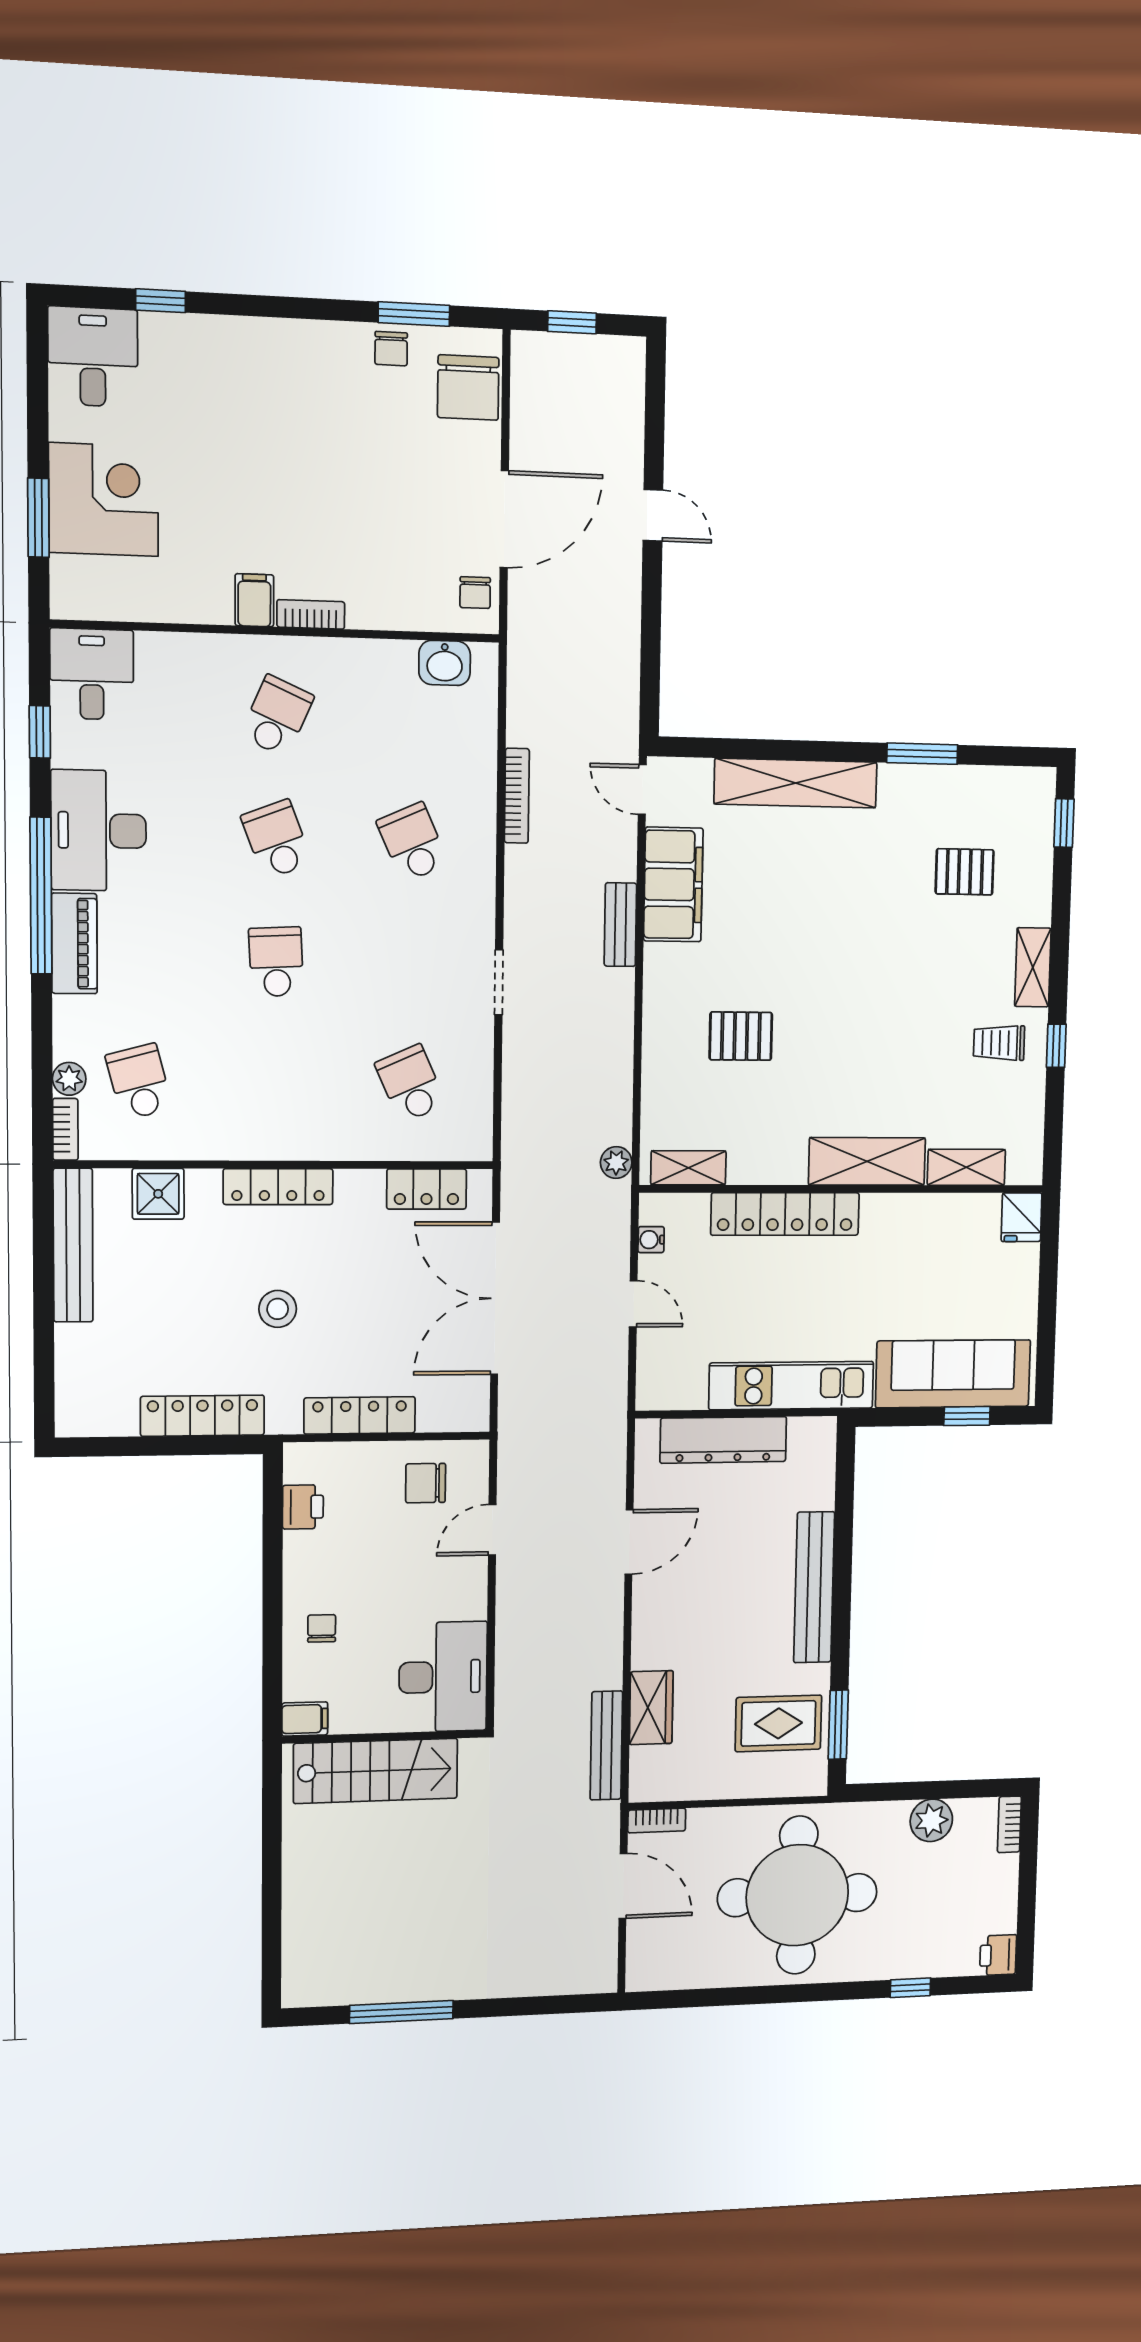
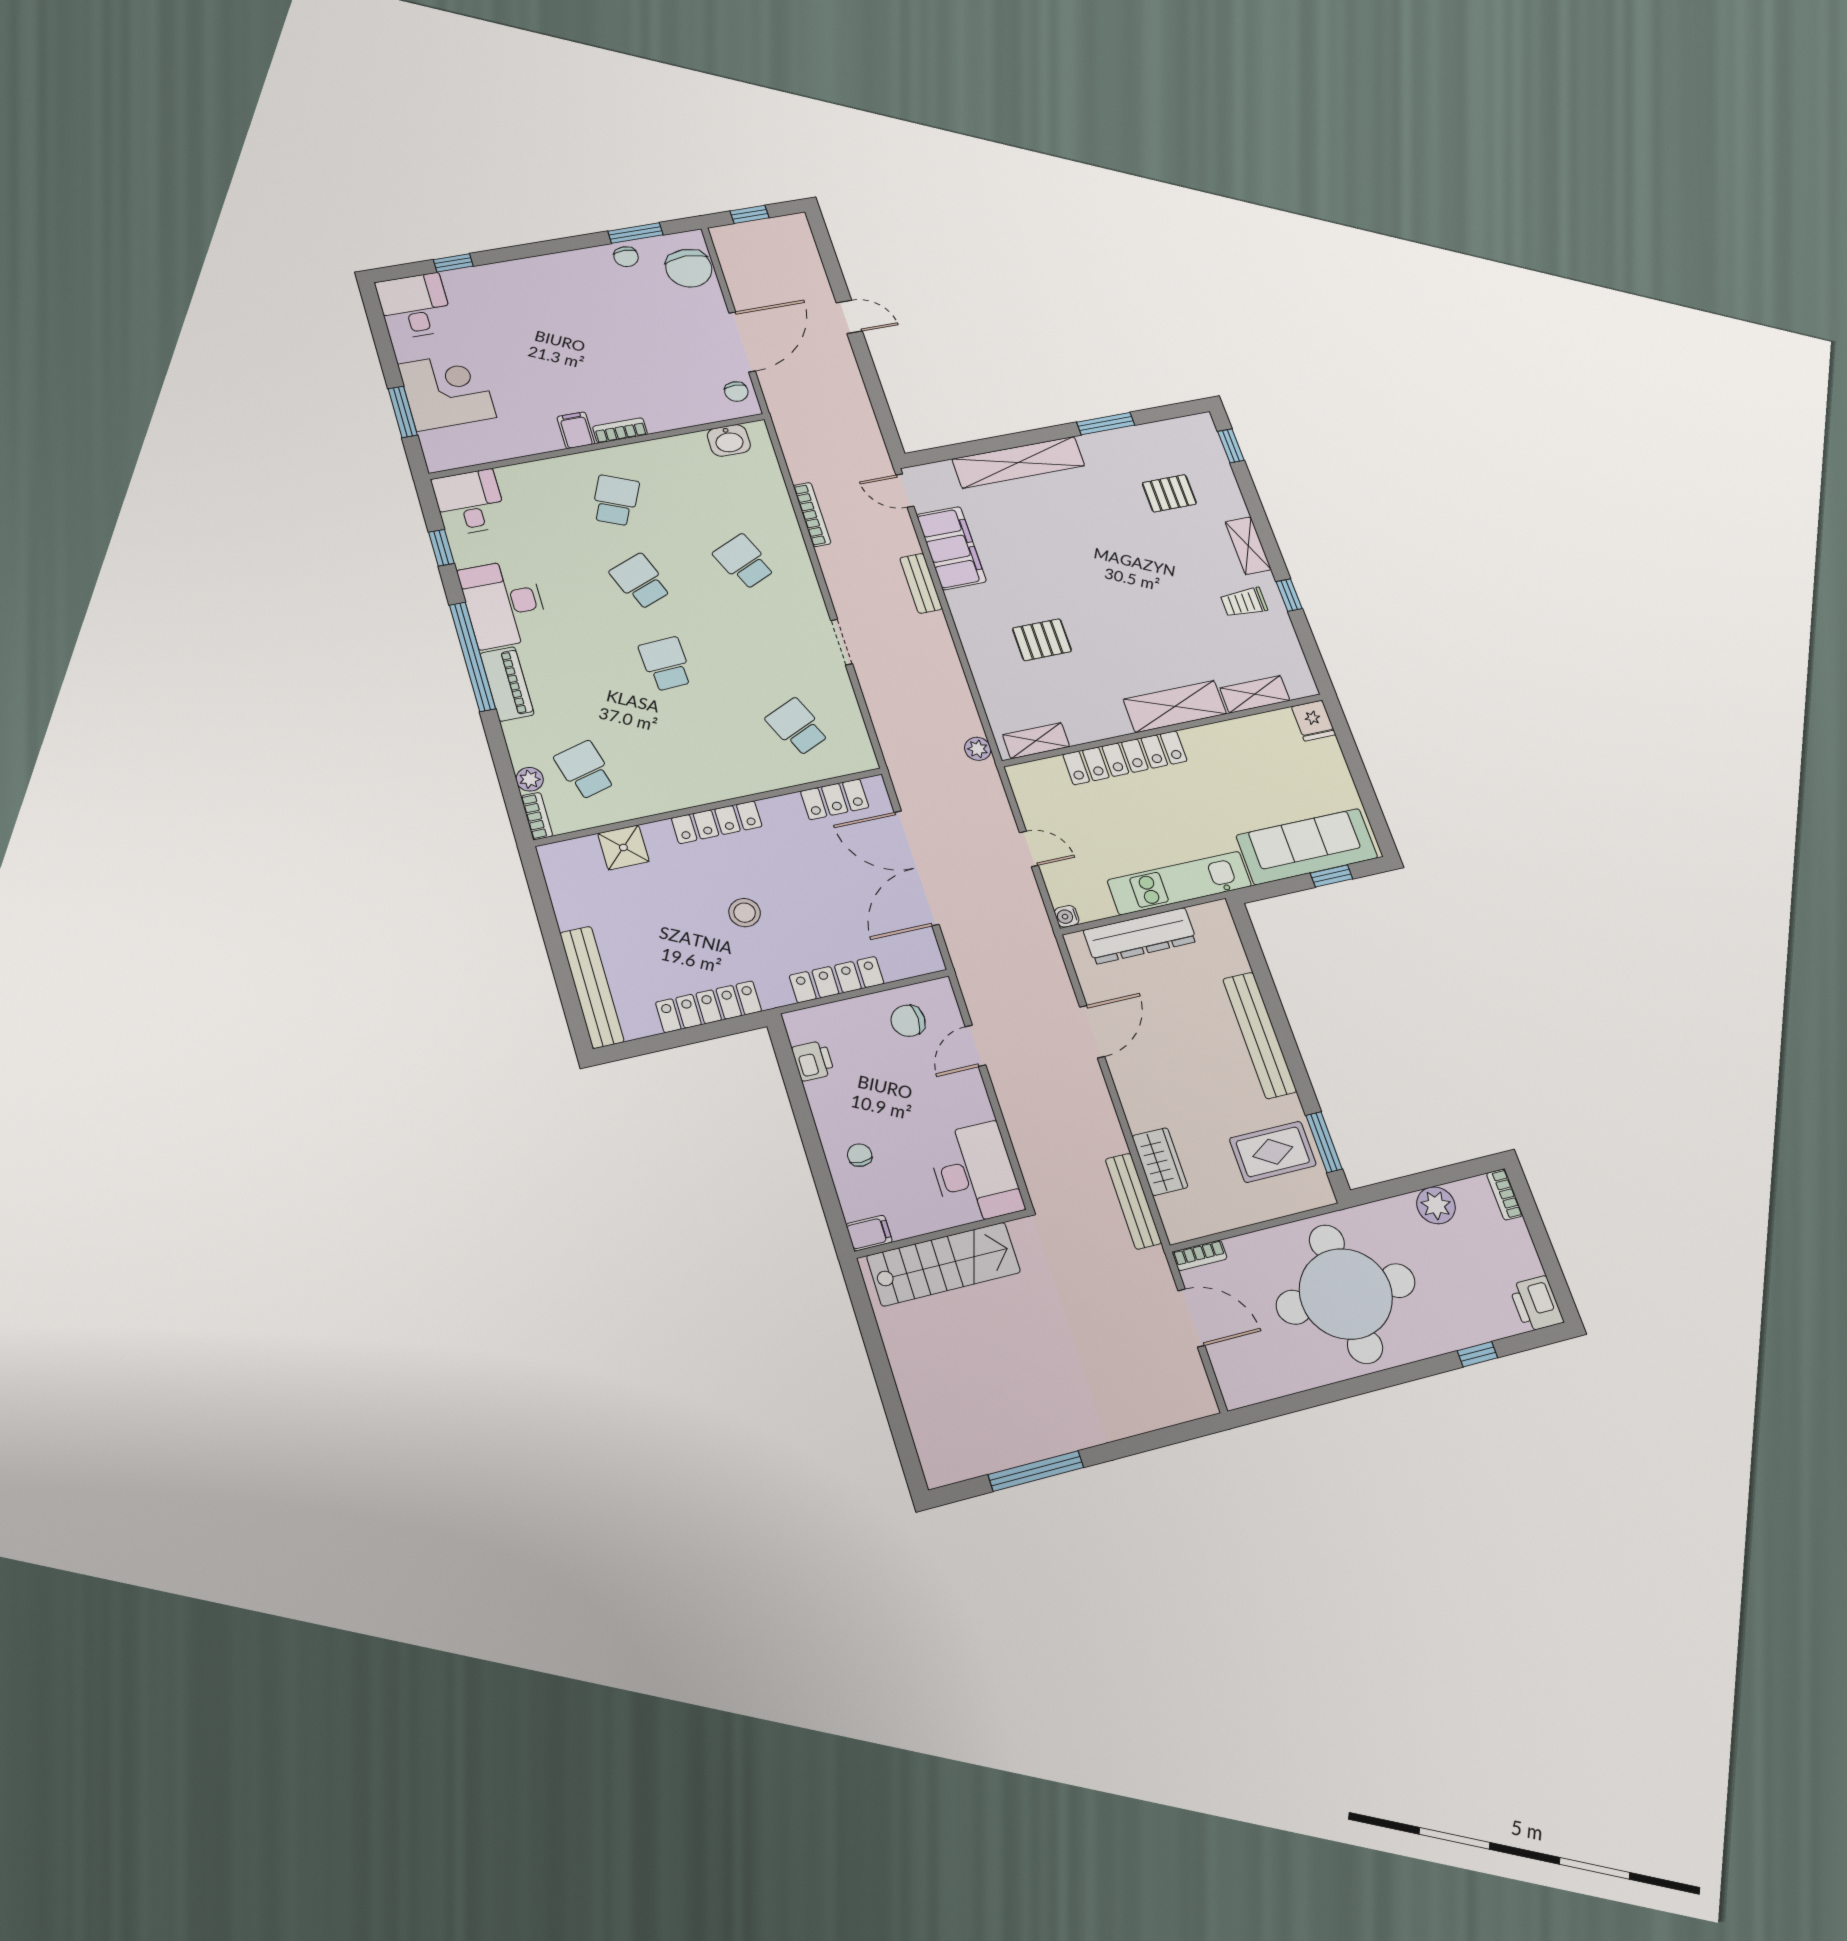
water cooler: (651, 1240) -> (1067, 916), moved
bench: (73, 1245) -> (592, 987), moved
printer: (998, 1955) -> (1536, 1304), width x1.36, depth x1.24

